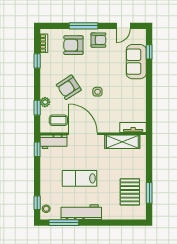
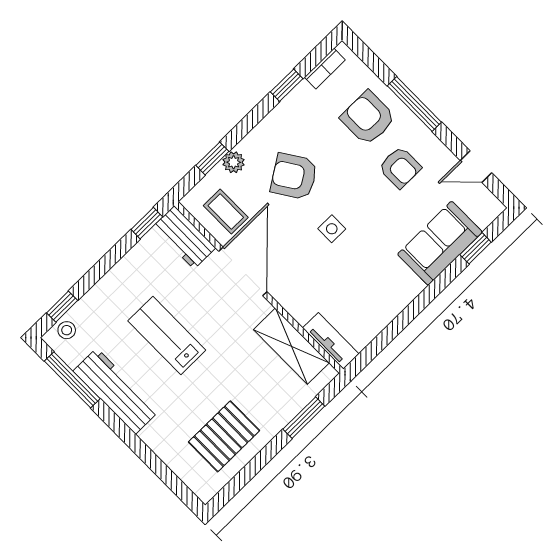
armchair: (98, 40) -> (400, 167), moved
window: (149, 193) -> (304, 418), moved

